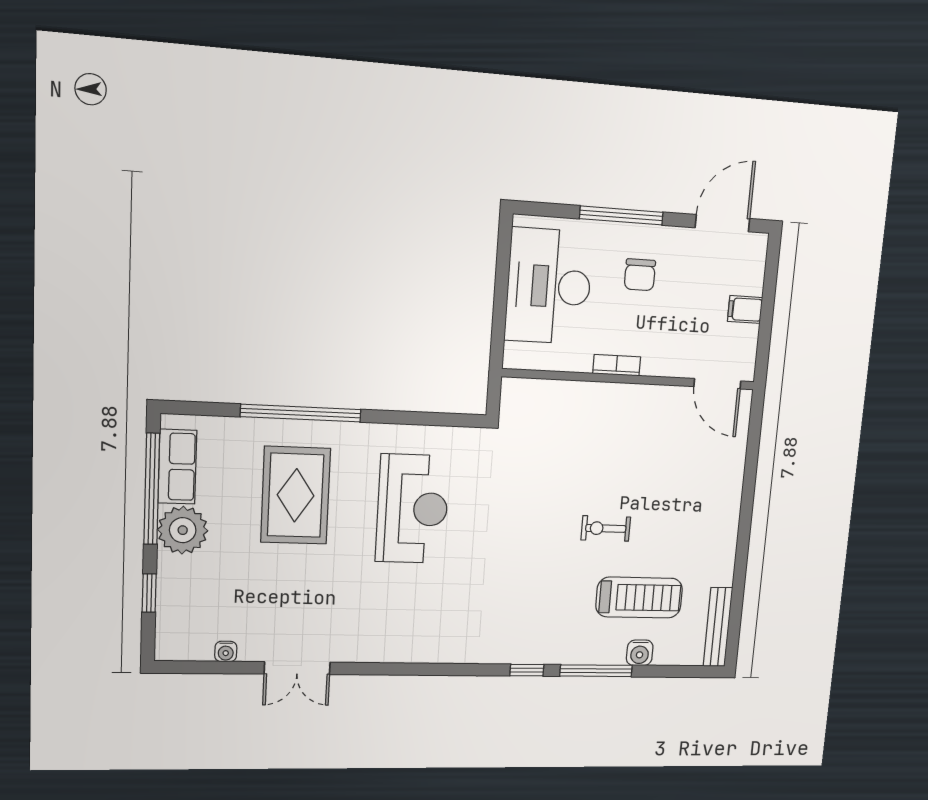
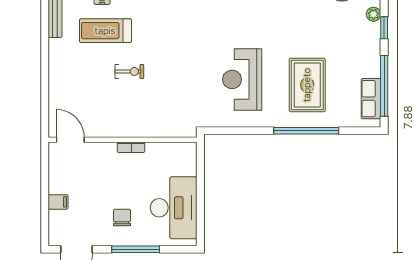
bookcase: (617, 365) -> (131, 147), moved
wall: (630, 379) -> (123, 140), moved
door: (717, 384) -> (70, 140), moved
plant: (183, 530) -> (373, 14), moved, width x0.53, depth x0.53

